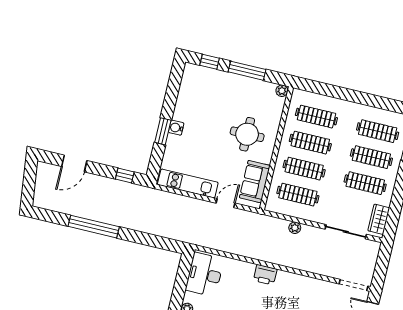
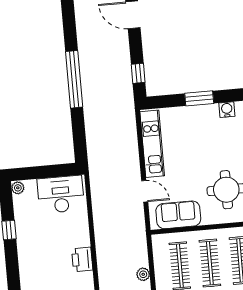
water cooler: (176, 128) -> (227, 110), moved
window: (94, 227) -> (74, 79), moved

